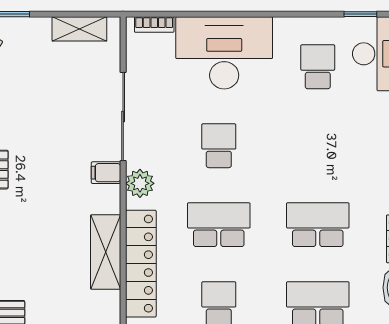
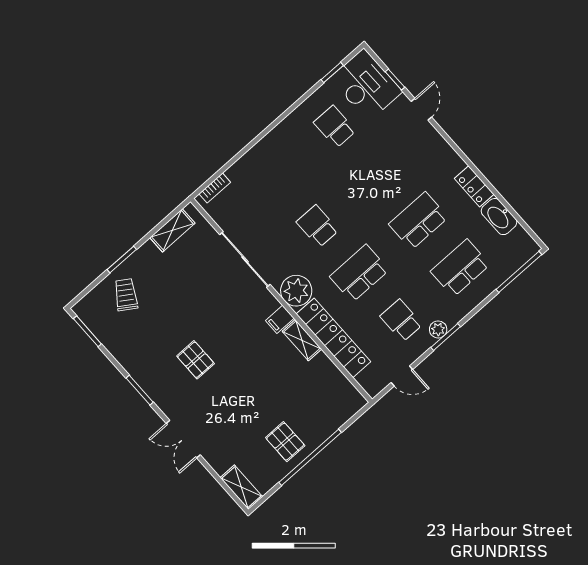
desk: (224, 53) -> (271, 168), removed
filing cabinet: (106, 173) -> (280, 319), moved
plant: (140, 183) -> (296, 291), width x1.36, depth x1.36
shelving: (106, 252) -> (302, 340), width x0.67, depth x0.75

